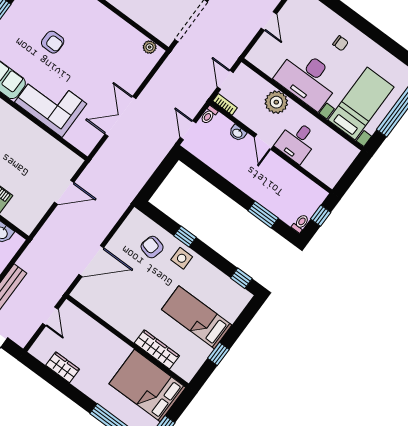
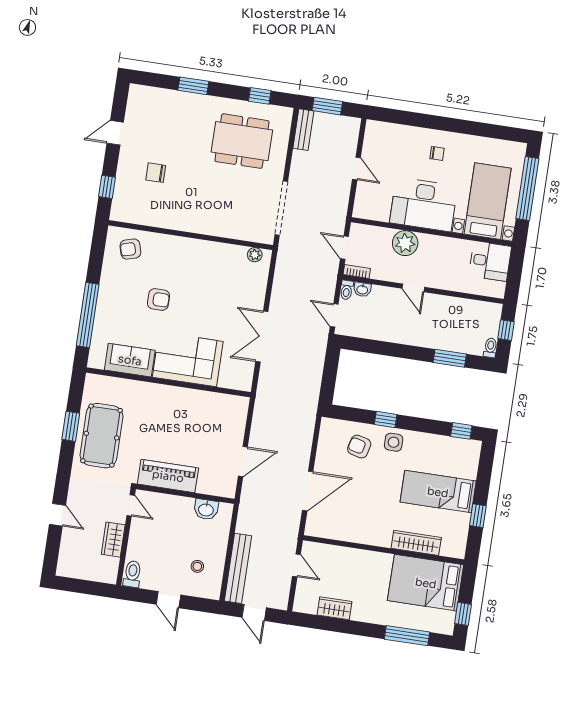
washbasin: (238, 133) -> (362, 289), moved
desk: (297, 142) -> (490, 261), moved, turned -90
door: (64, 192) -> (243, 462), moved

